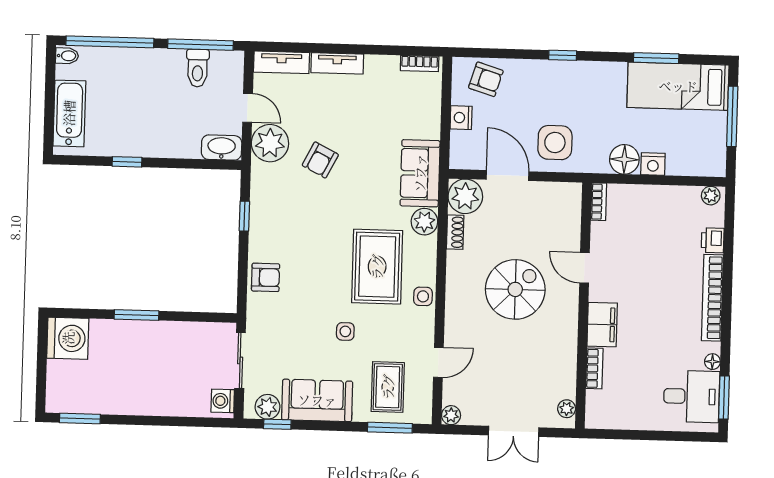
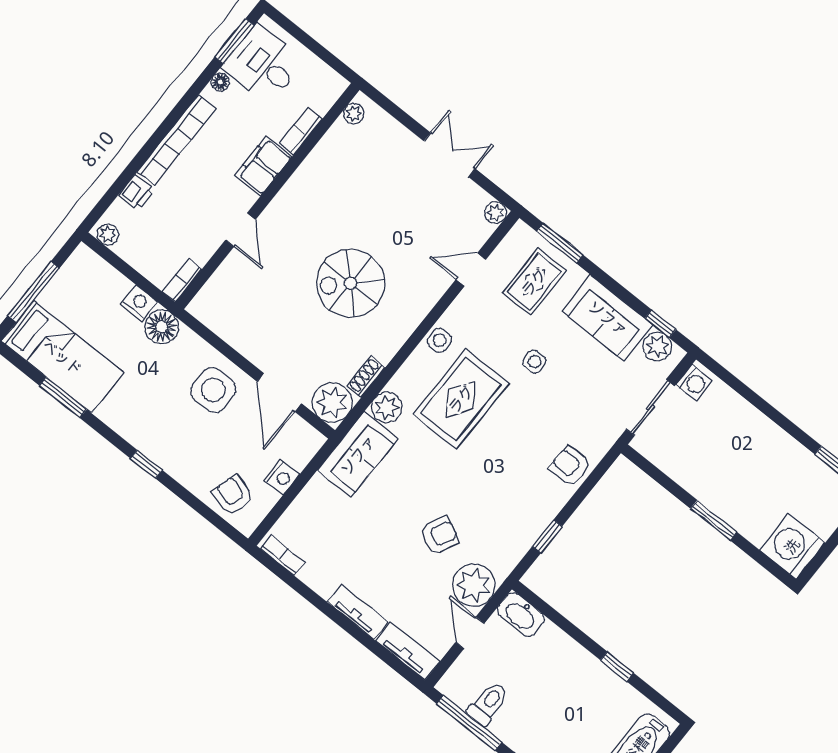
bookcase: (599, 202) -> (182, 280), moved
door: (584, 268) -> (241, 230), moved
wall: (583, 306) -> (268, 196), moved
filing cabinet: (602, 325) -> (263, 166), moved
bookcase: (594, 368) -> (301, 131), moved
plant: (567, 409) -> (354, 114), moved

